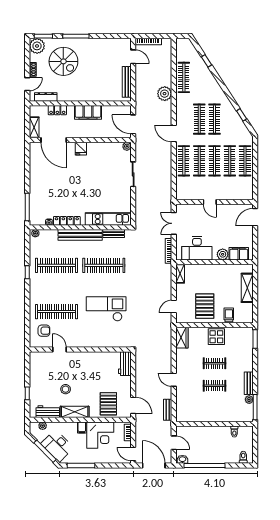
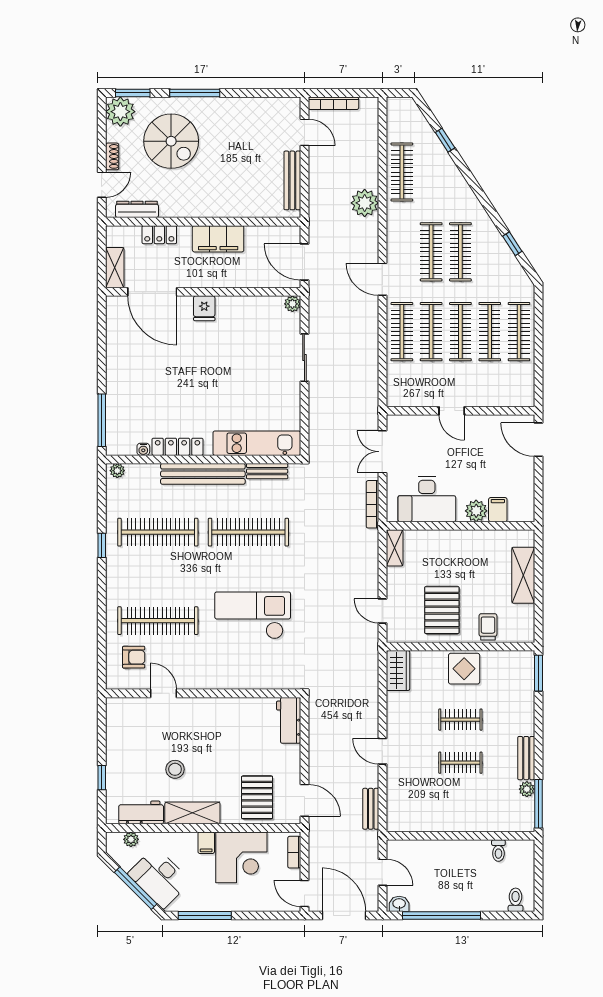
door: (255, 217) -> (538, 440), hinge flipped
filing cabinet: (239, 254) -> (498, 510), width x0.50
door: (174, 307) -> (382, 611), hinge flipped

